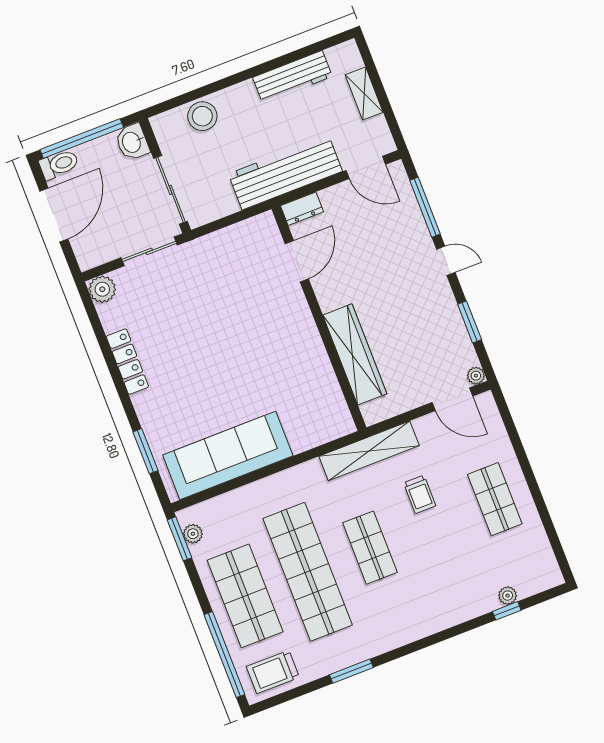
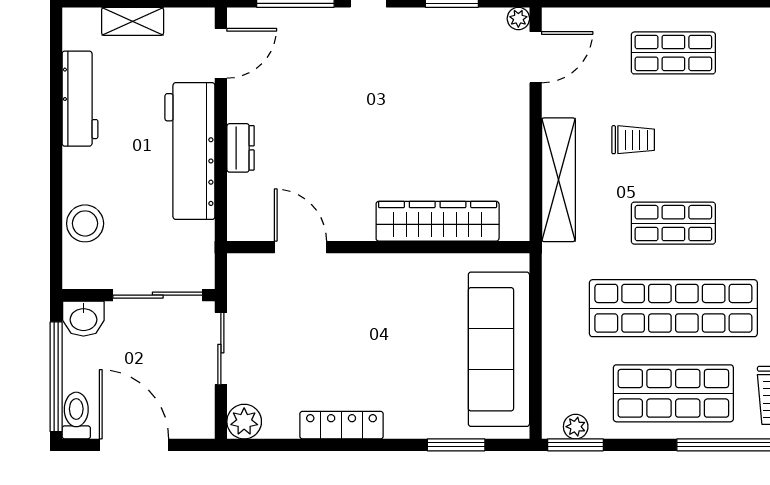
door: (297, 261) -> (300, 247), moved
wall: (319, 318) -> (378, 247), moved
wardrobe: (355, 354) -> (438, 221), moved

